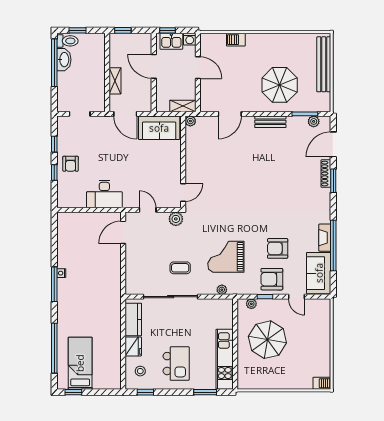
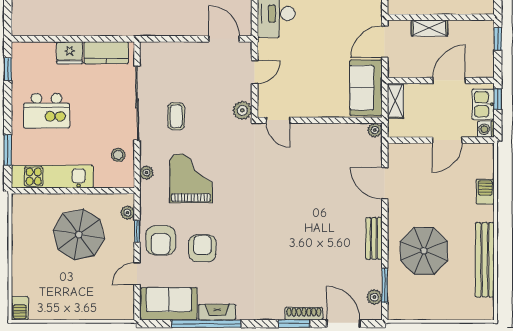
bench: (324, 64) -> (485, 260), moved, turned 90
shelving: (183, 106) -> (395, 101), moved
armchair: (272, 279) -> (161, 240), turned 180
stool: (140, 371) -> (118, 155), moved

